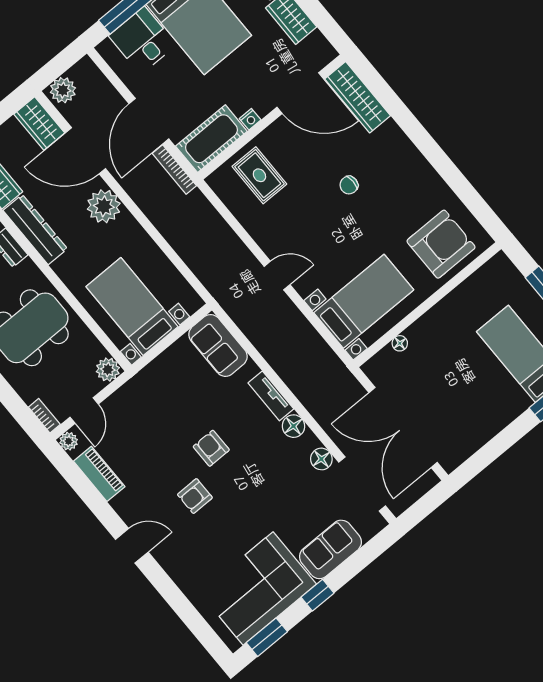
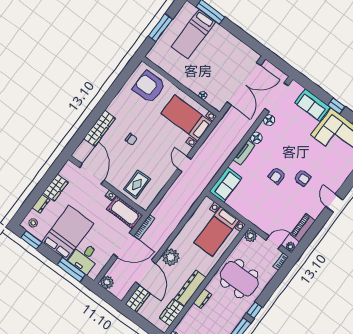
plant: (63, 90) -> (107, 282), moved
wardrobe: (358, 97) -> (100, 128), moved

